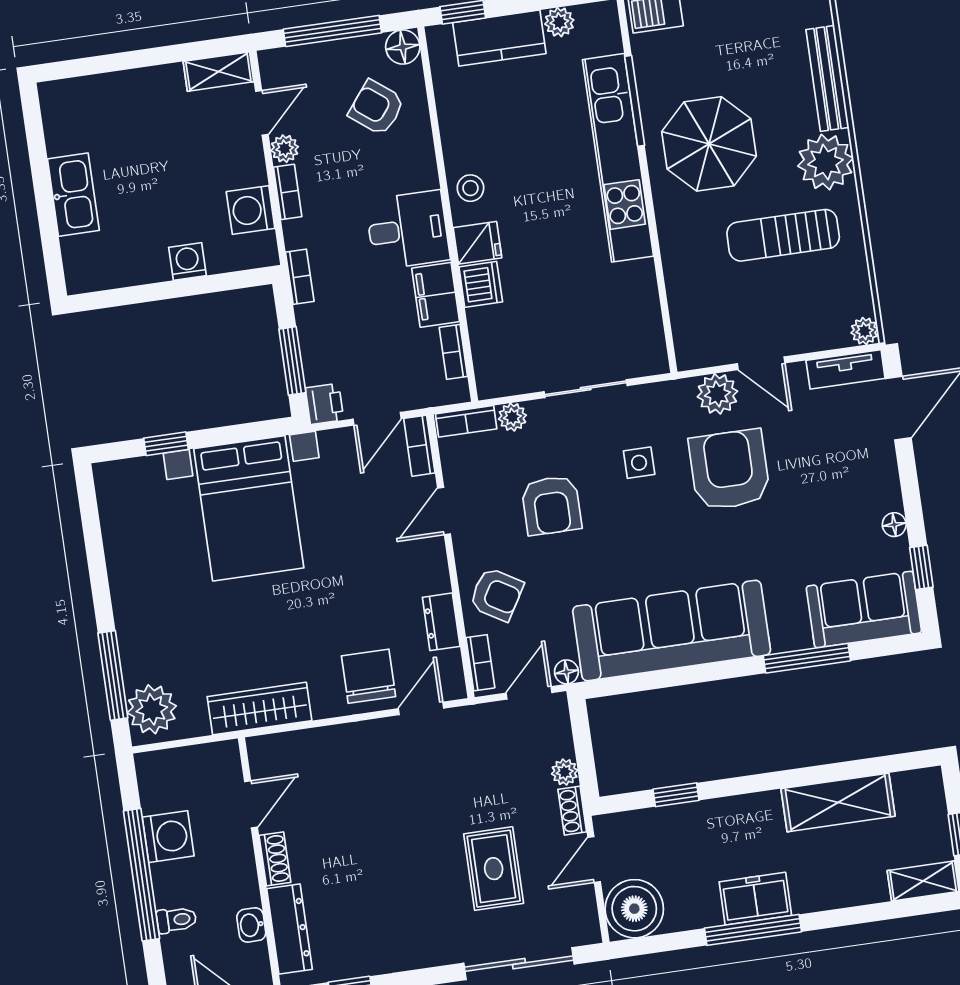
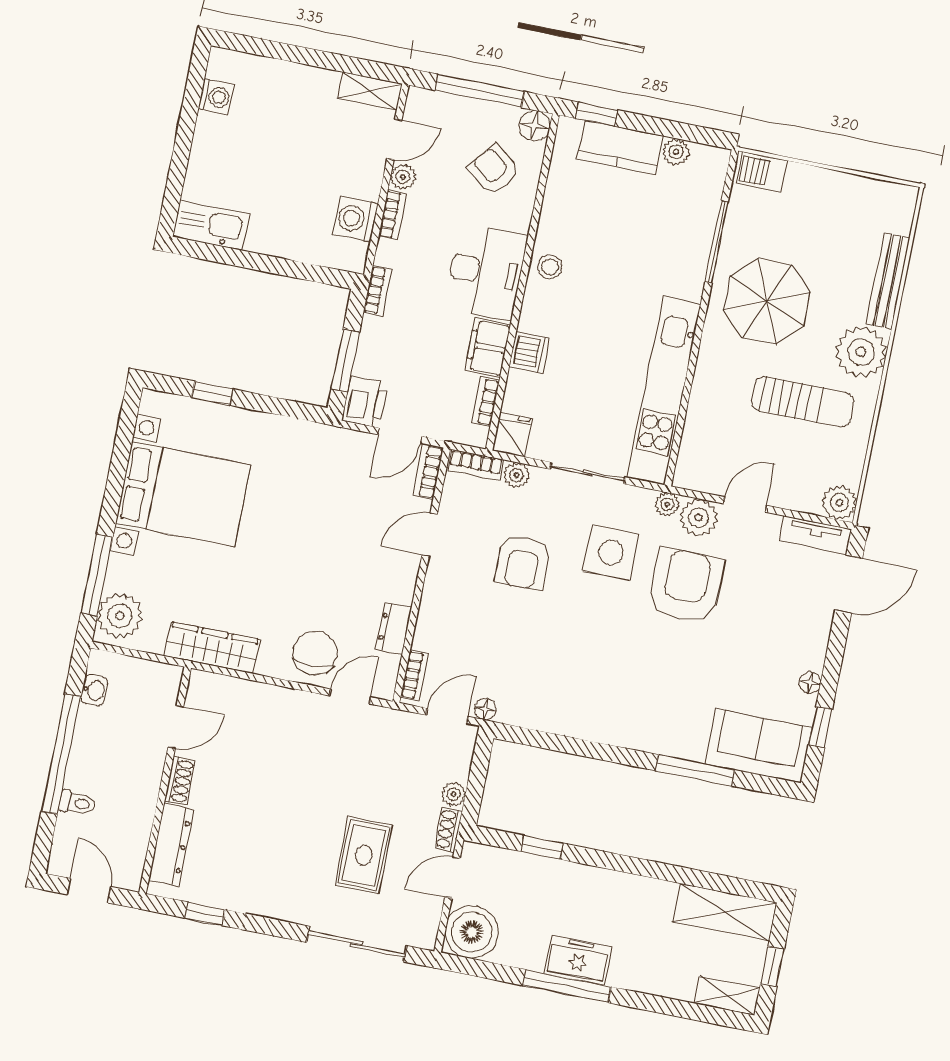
kitchen unit: (618, 158) -> (664, 390), moved
kitchen sink: (73, 195) -> (211, 225), moved, turned -90
desk: (408, 230) -> (486, 272), width x1.37
sun lounger: (783, 235) -> (803, 402), turned 180
fridge: (478, 243) -> (512, 434), moved, turned -90
washing machine: (187, 261) -> (216, 97), moved, turned 90
plant: (864, 331) -> (840, 503), width x1.38, depth x1.38
door: (761, 363) -> (745, 504), swing flipped
plant: (680, 392) -> (667, 504), added
printer: (324, 404) -> (365, 402), width x1.36, depth x1.24
side table: (639, 463) -> (611, 552), width x1.87, depth x1.87
bed with nightstands: (249, 508) -> (183, 494), moved, turned -90
armchair: (496, 594) -> (449, 622), removed
sofa: (672, 631) -> (588, 706), removed
shelving: (838, 802) -> (725, 912), moved
washing machine: (168, 837) -> (95, 729), removed
washbasin: (251, 925) -> (94, 690), moved, turned 180

